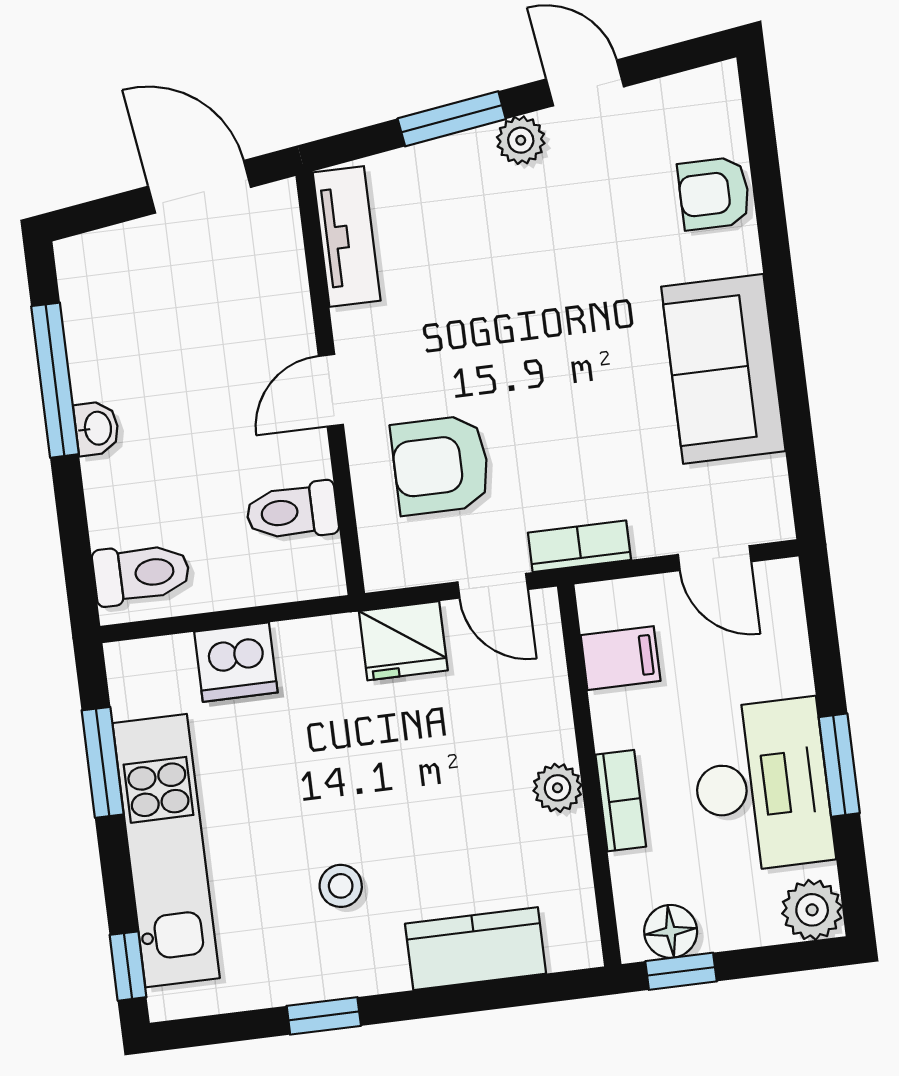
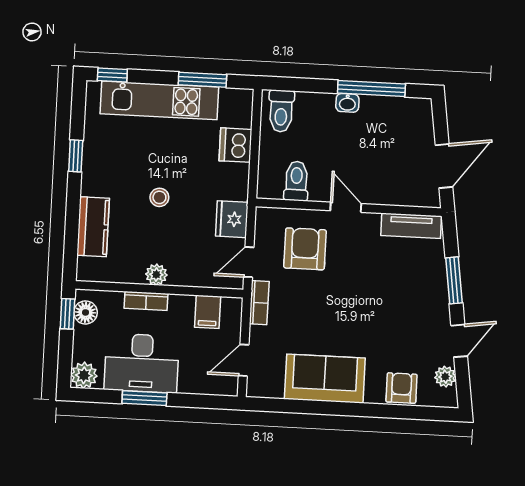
plant: (521, 140) -> (445, 377), moved
stool: (341, 886) -> (159, 197), moved

